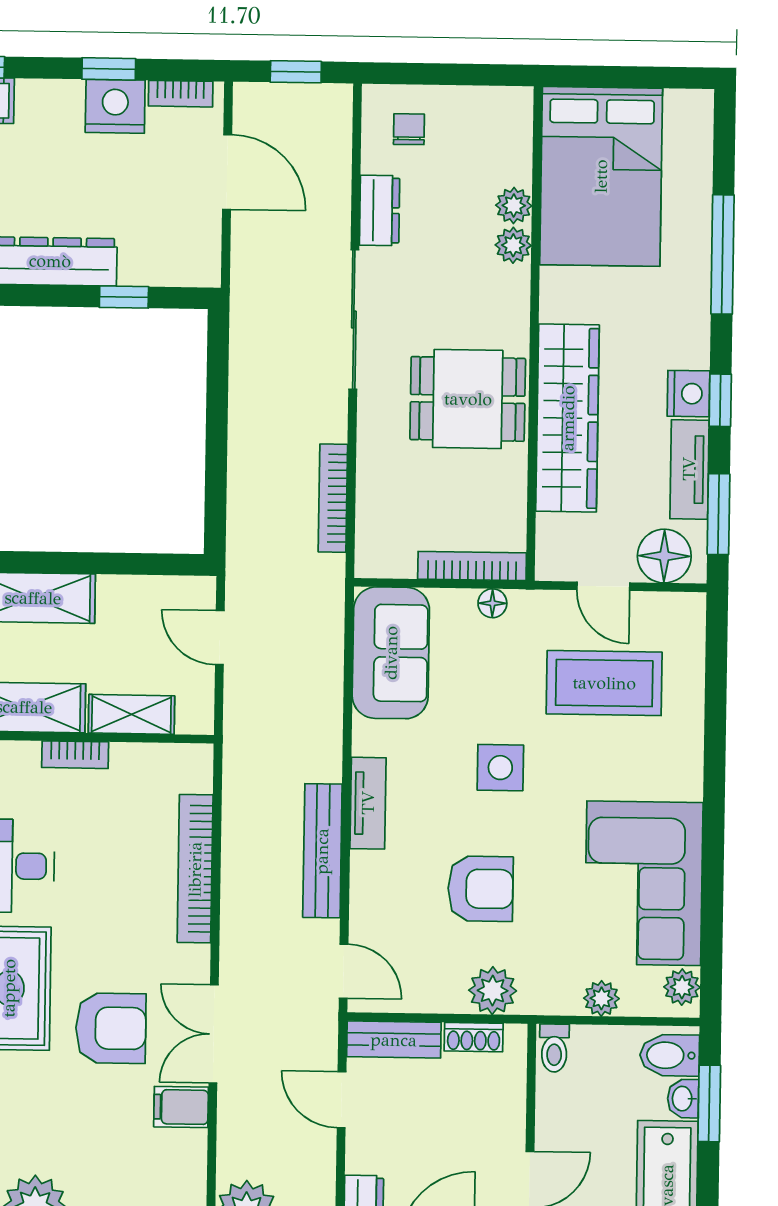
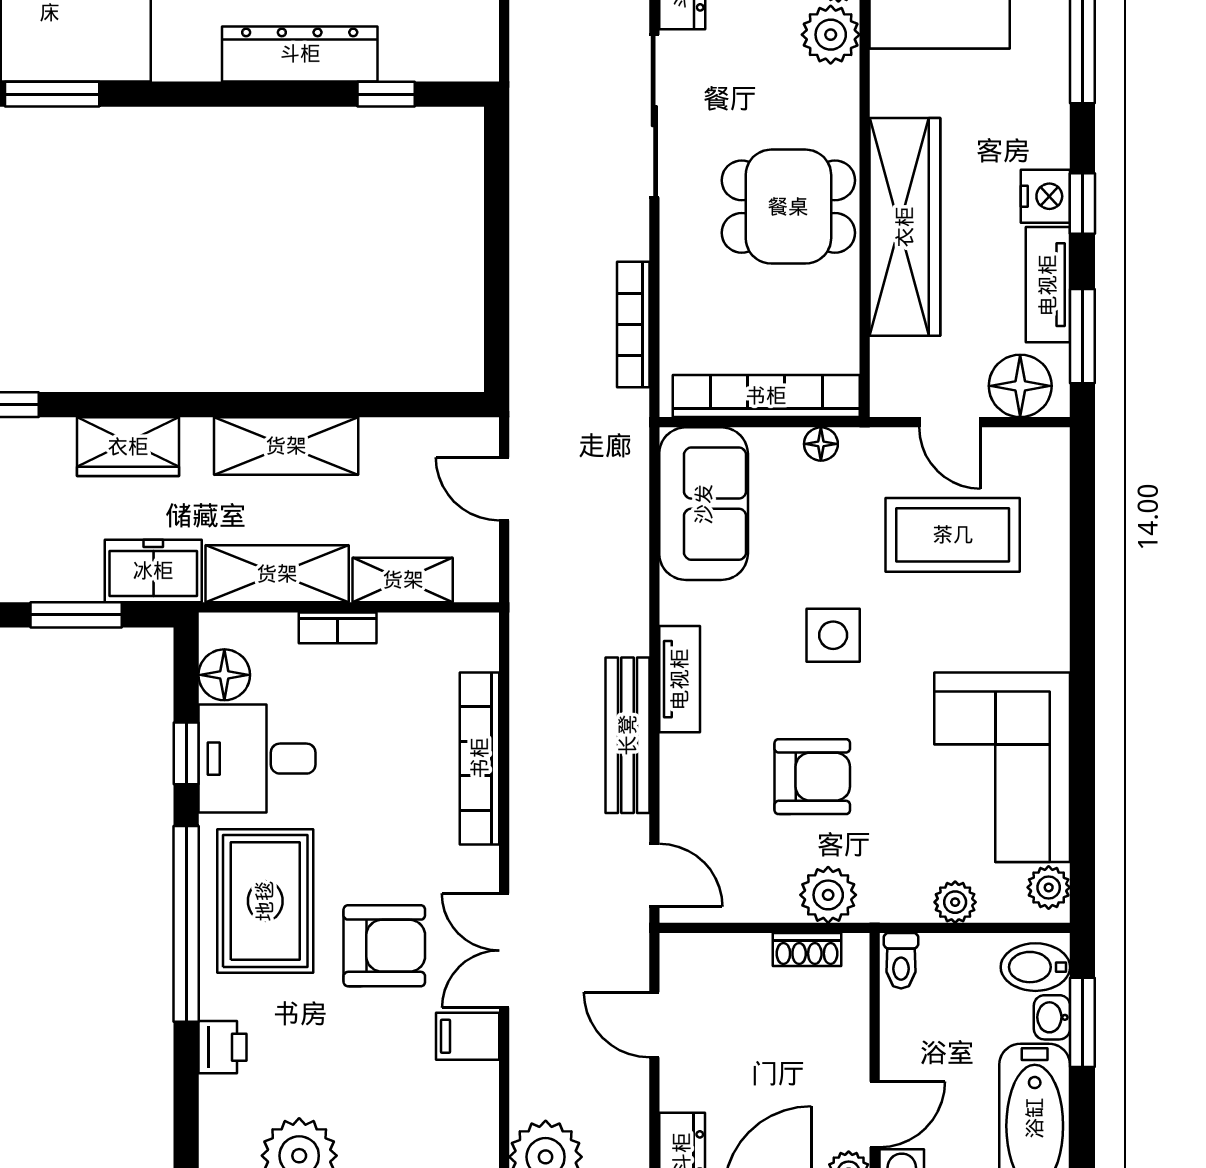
plant: (513, 245) -> (831, 35), width x1.38, depth x1.38
bookcase: (472, 566) -> (766, 396), width x1.48, depth x1.31
bench: (394, 1040) -> (714, 954), removed

